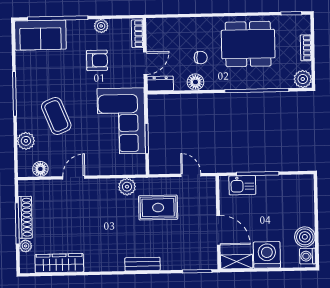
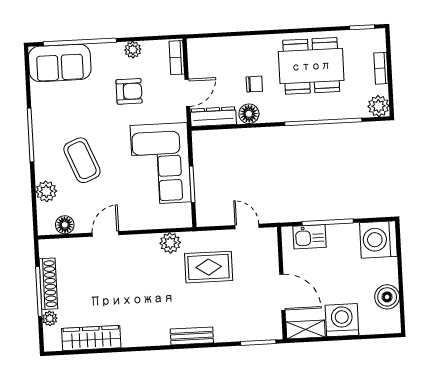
dresser: (160, 84) -> (213, 117), width x1.44
washing machine: (308, 256) -> (378, 239), moved, width x1.89, depth x1.89

